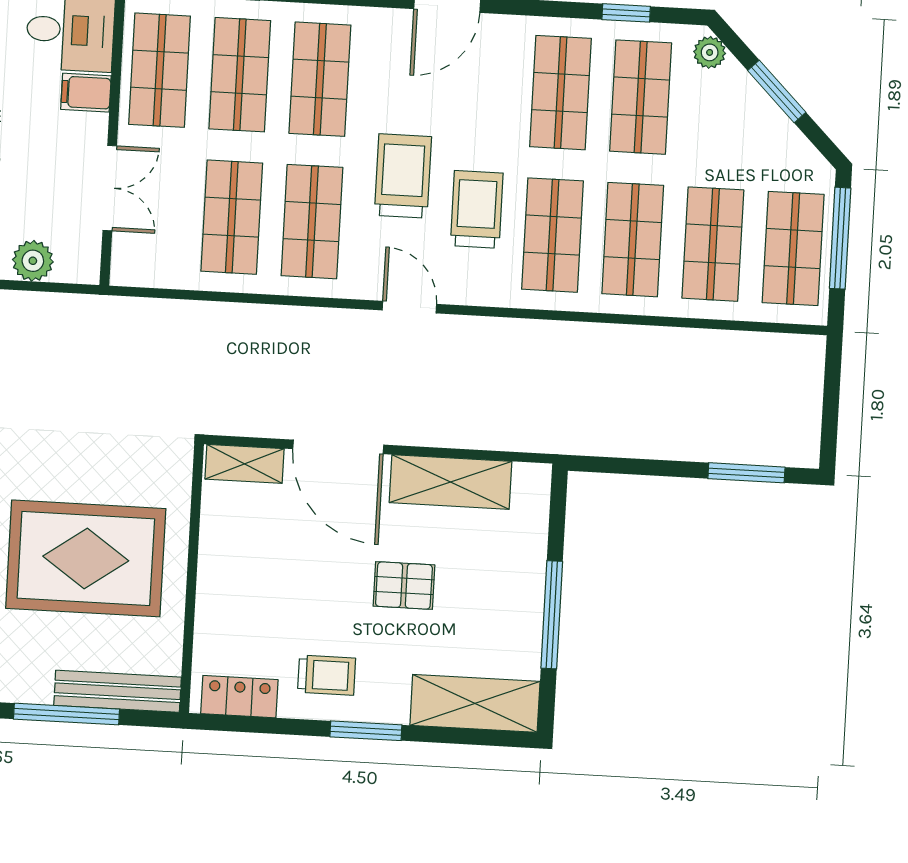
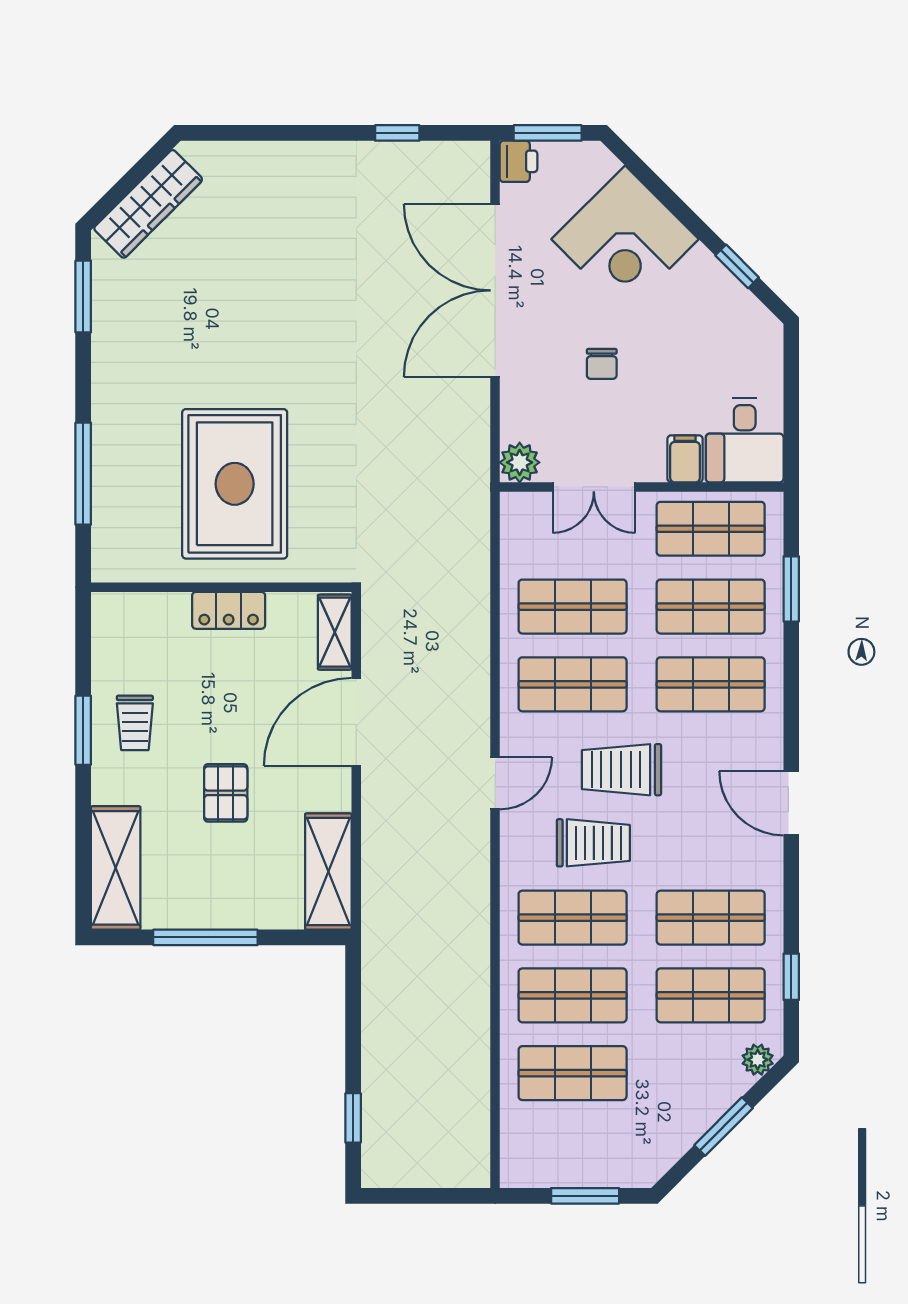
trolley: (403, 176) -> (622, 770), turned 180
window: (840, 238) -> (585, 1196), width x0.69
shop shelf: (793, 249) -> (573, 1151), removed
plant: (33, 261) -> (520, 462), moved
window: (746, 473) -> (353, 1118), width x0.67
shelving: (451, 482) -> (328, 871), moved
bench: (118, 691) -> (108, 522), removed
locker: (239, 697) -> (229, 610), moved, turned 90
window: (366, 731) -> (83, 730), moved

